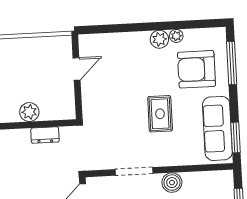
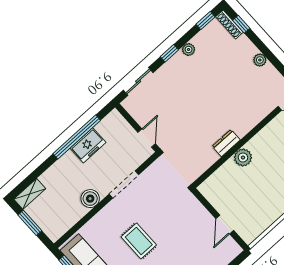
plant: (29, 112) -> (243, 158), moved
dresser: (45, 135) -> (226, 143), moved

